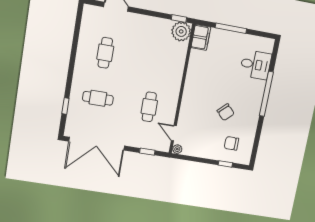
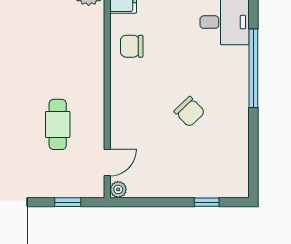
door: (174, 133) -> (107, 162), swing flipped
chair: (232, 143) -> (132, 46), moved

